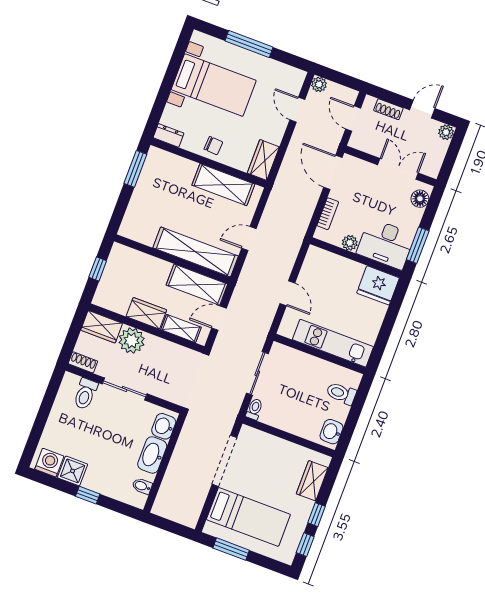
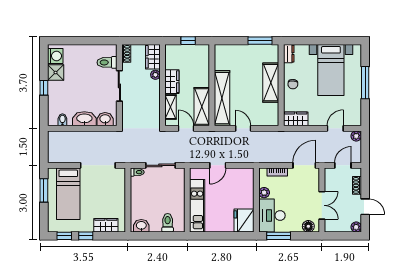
shelving: (223, 185) -> (271, 83), moved
plant: (132, 341) -> (155, 75), width x0.53, depth x0.53

